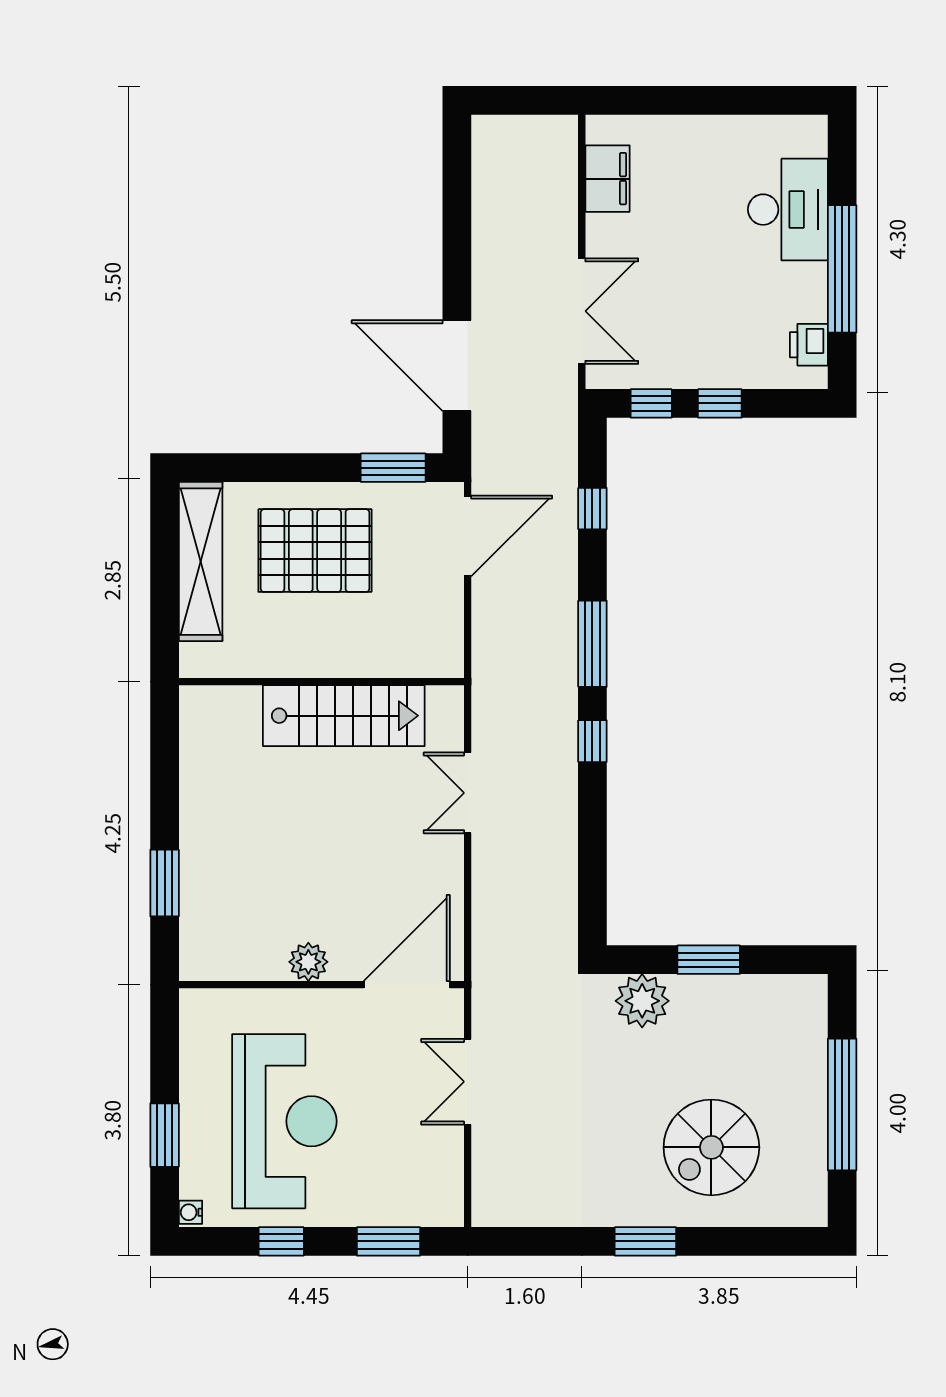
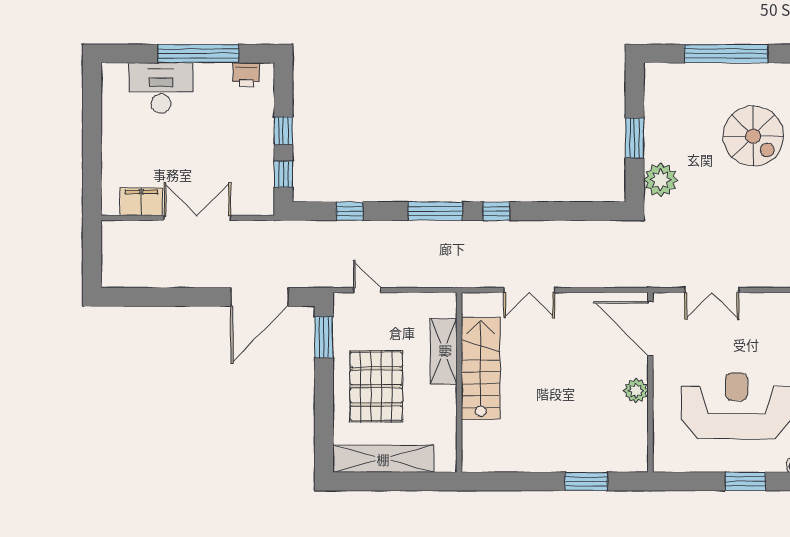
double door: (582, 311) -> (197, 218), moved
door: (468, 536) -> (367, 290), width x0.53
shelving: (371, 657) -> (444, 351), added

